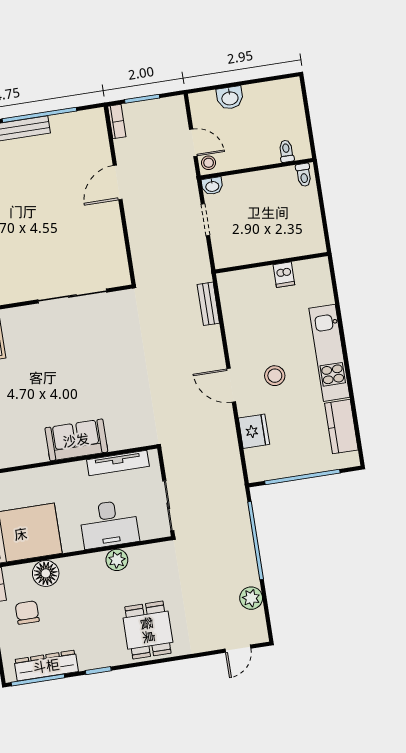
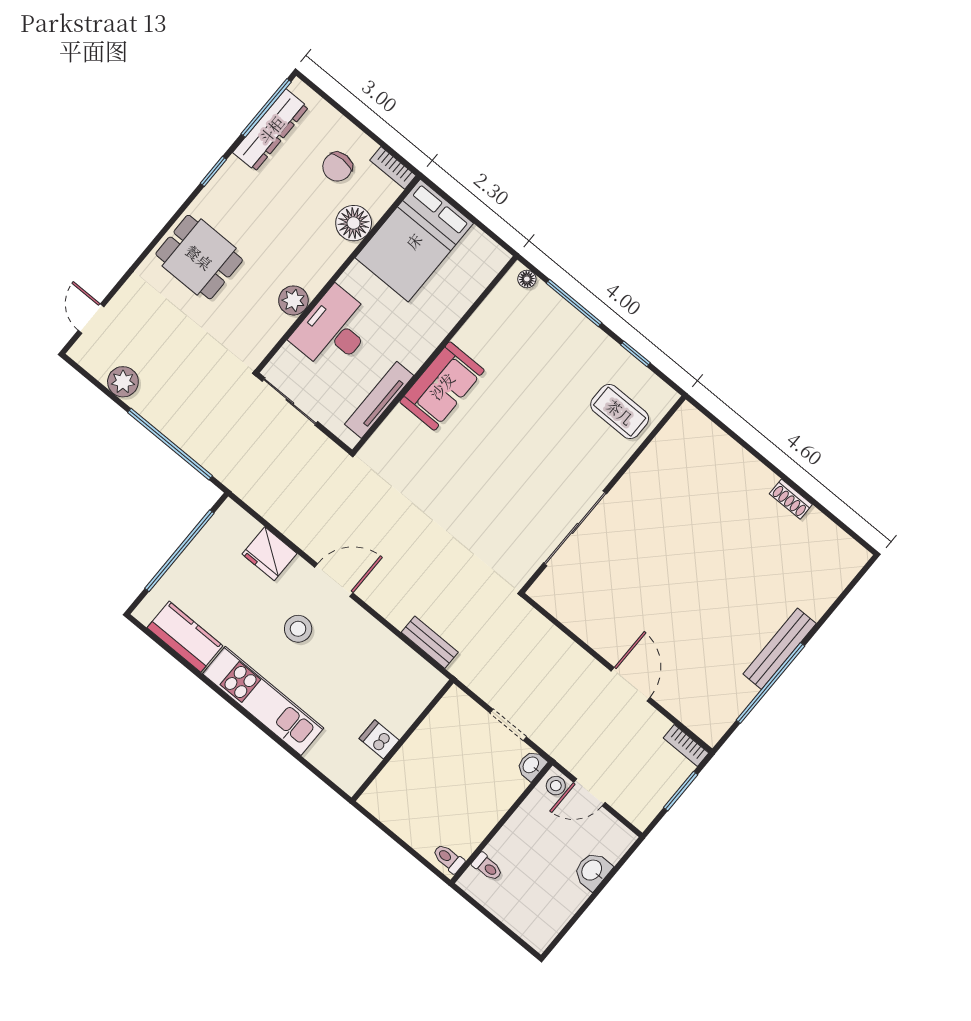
chair: (27, 613) -> (337, 167), turned 90

